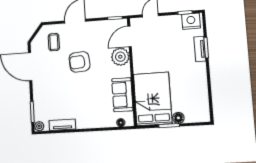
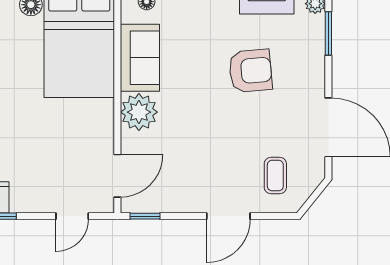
plant: (120, 57) -> (139, 112), moved
armchair: (79, 62) -> (250, 71), moved

